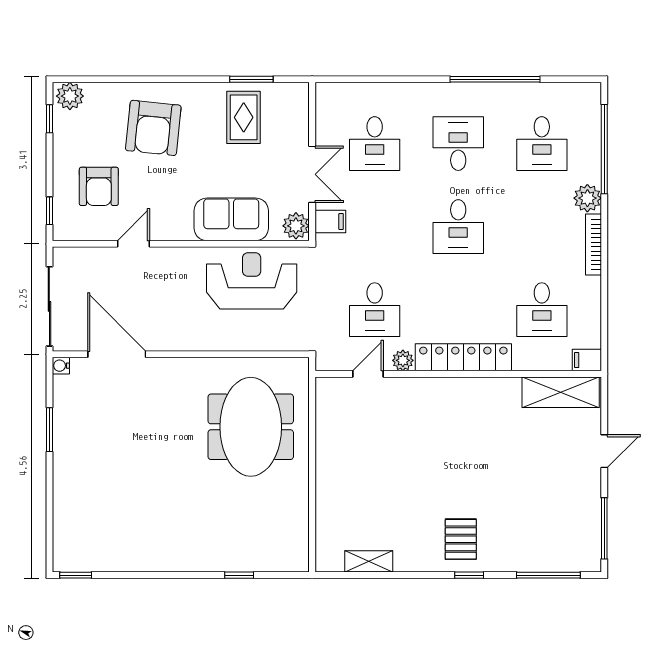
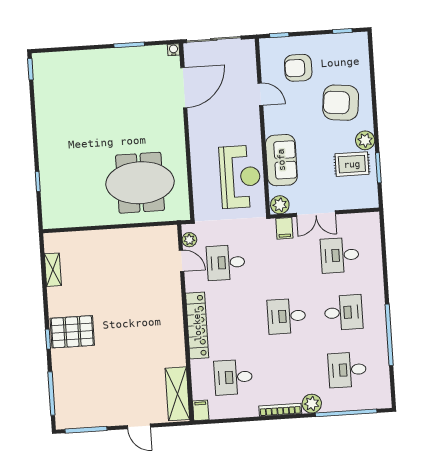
plant: (70, 96) -> (365, 140), moved
plant: (403, 360) -> (189, 240), moved
pallet: (461, 539) -> (72, 332), width x1.50, depth x1.42

